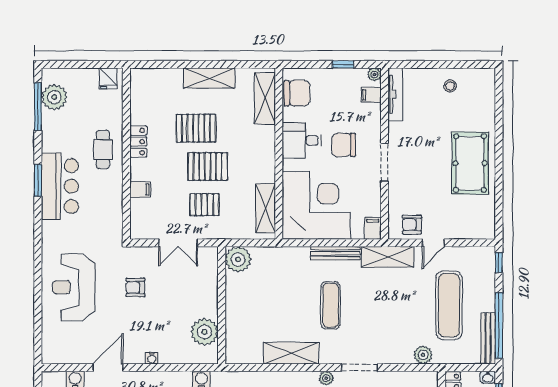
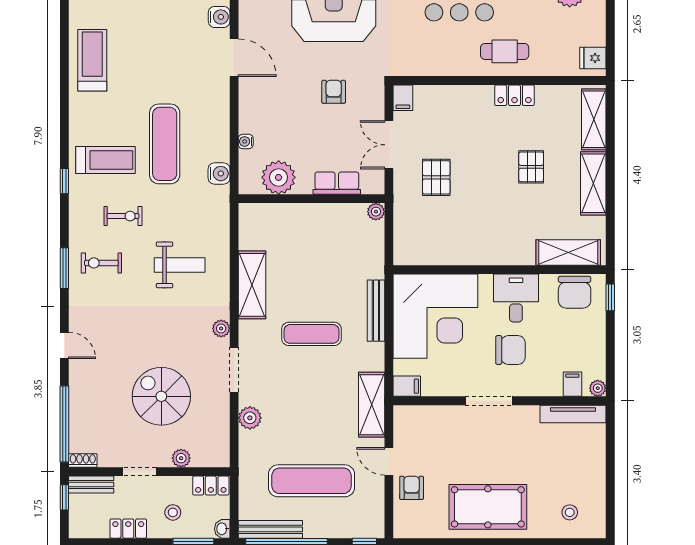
window: (343, 64) -> (610, 297), moved
stool: (450, 86) -> (570, 512), moved
pallet: (196, 128) -> (531, 167), width x0.67, depth x0.71
chair: (344, 145) -> (510, 350), turned 90
pallet: (208, 166) -> (484, 181), removed
filing cabinet: (140, 190) -> (403, 98), moved
shelving: (265, 208) -> (594, 119), moved, turned 90
armchair: (412, 224) -> (412, 488), moved
bench: (335, 253) -> (376, 311), moved
plant: (238, 259) -> (376, 212), width x0.53, depth x0.53
row of seats: (209, 285) -> (337, 183), added
plant: (423, 355) -> (250, 418), moved
water cooler: (152, 358) -> (246, 141), moved

